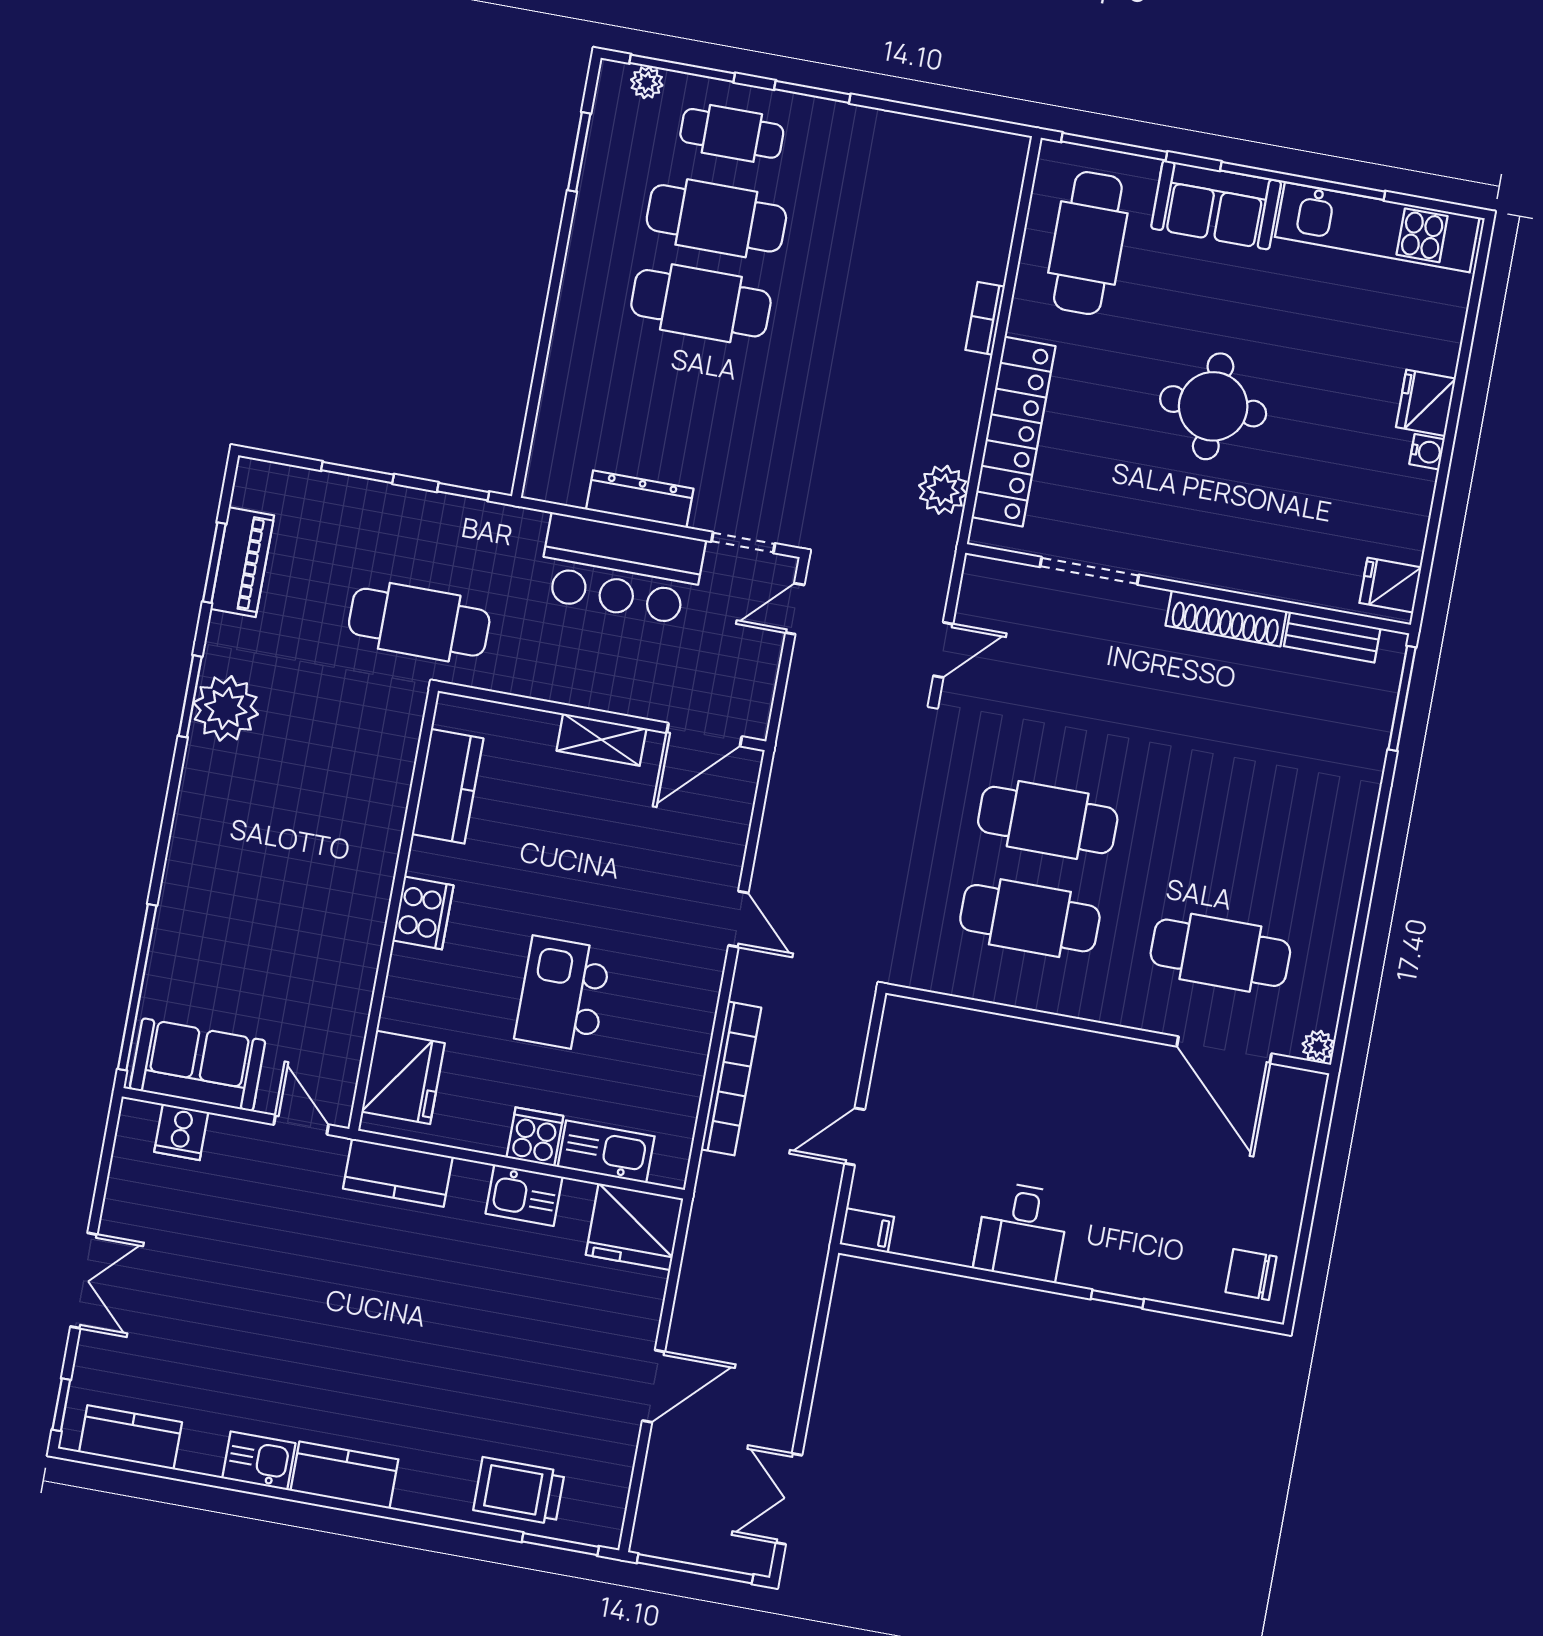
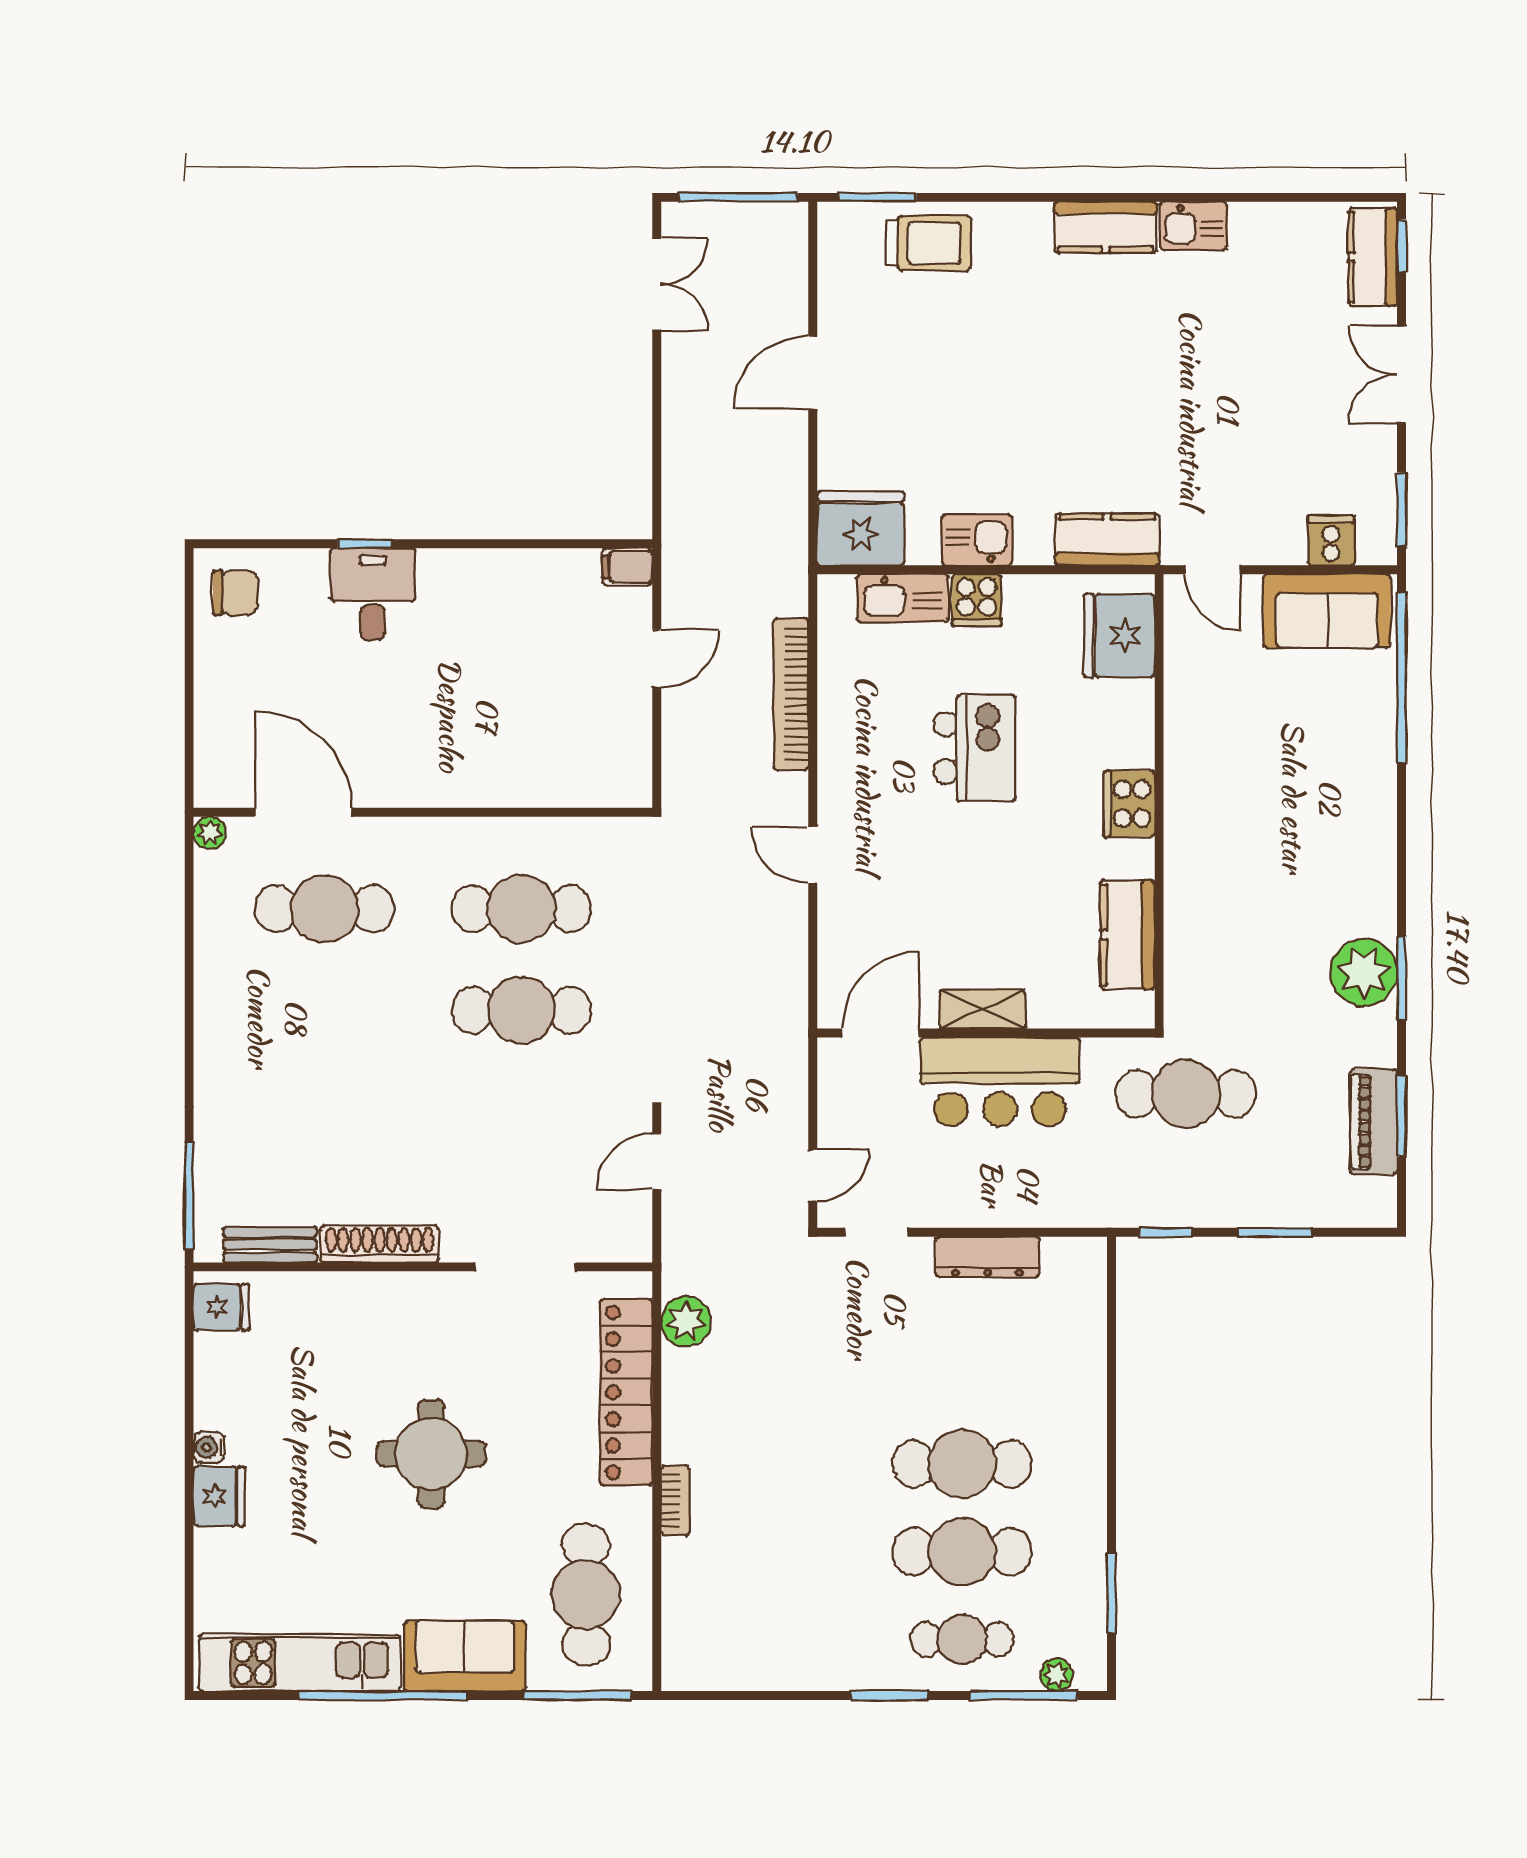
bar counter: (621, 569) -> (1000, 1082), moved, turned 180
window: (108, 1150) -> (1402, 509), added
desk: (1022, 1231) -> (373, 594), moved
kitchen counter: (130, 1437) -> (1373, 257), moved, turned 90

